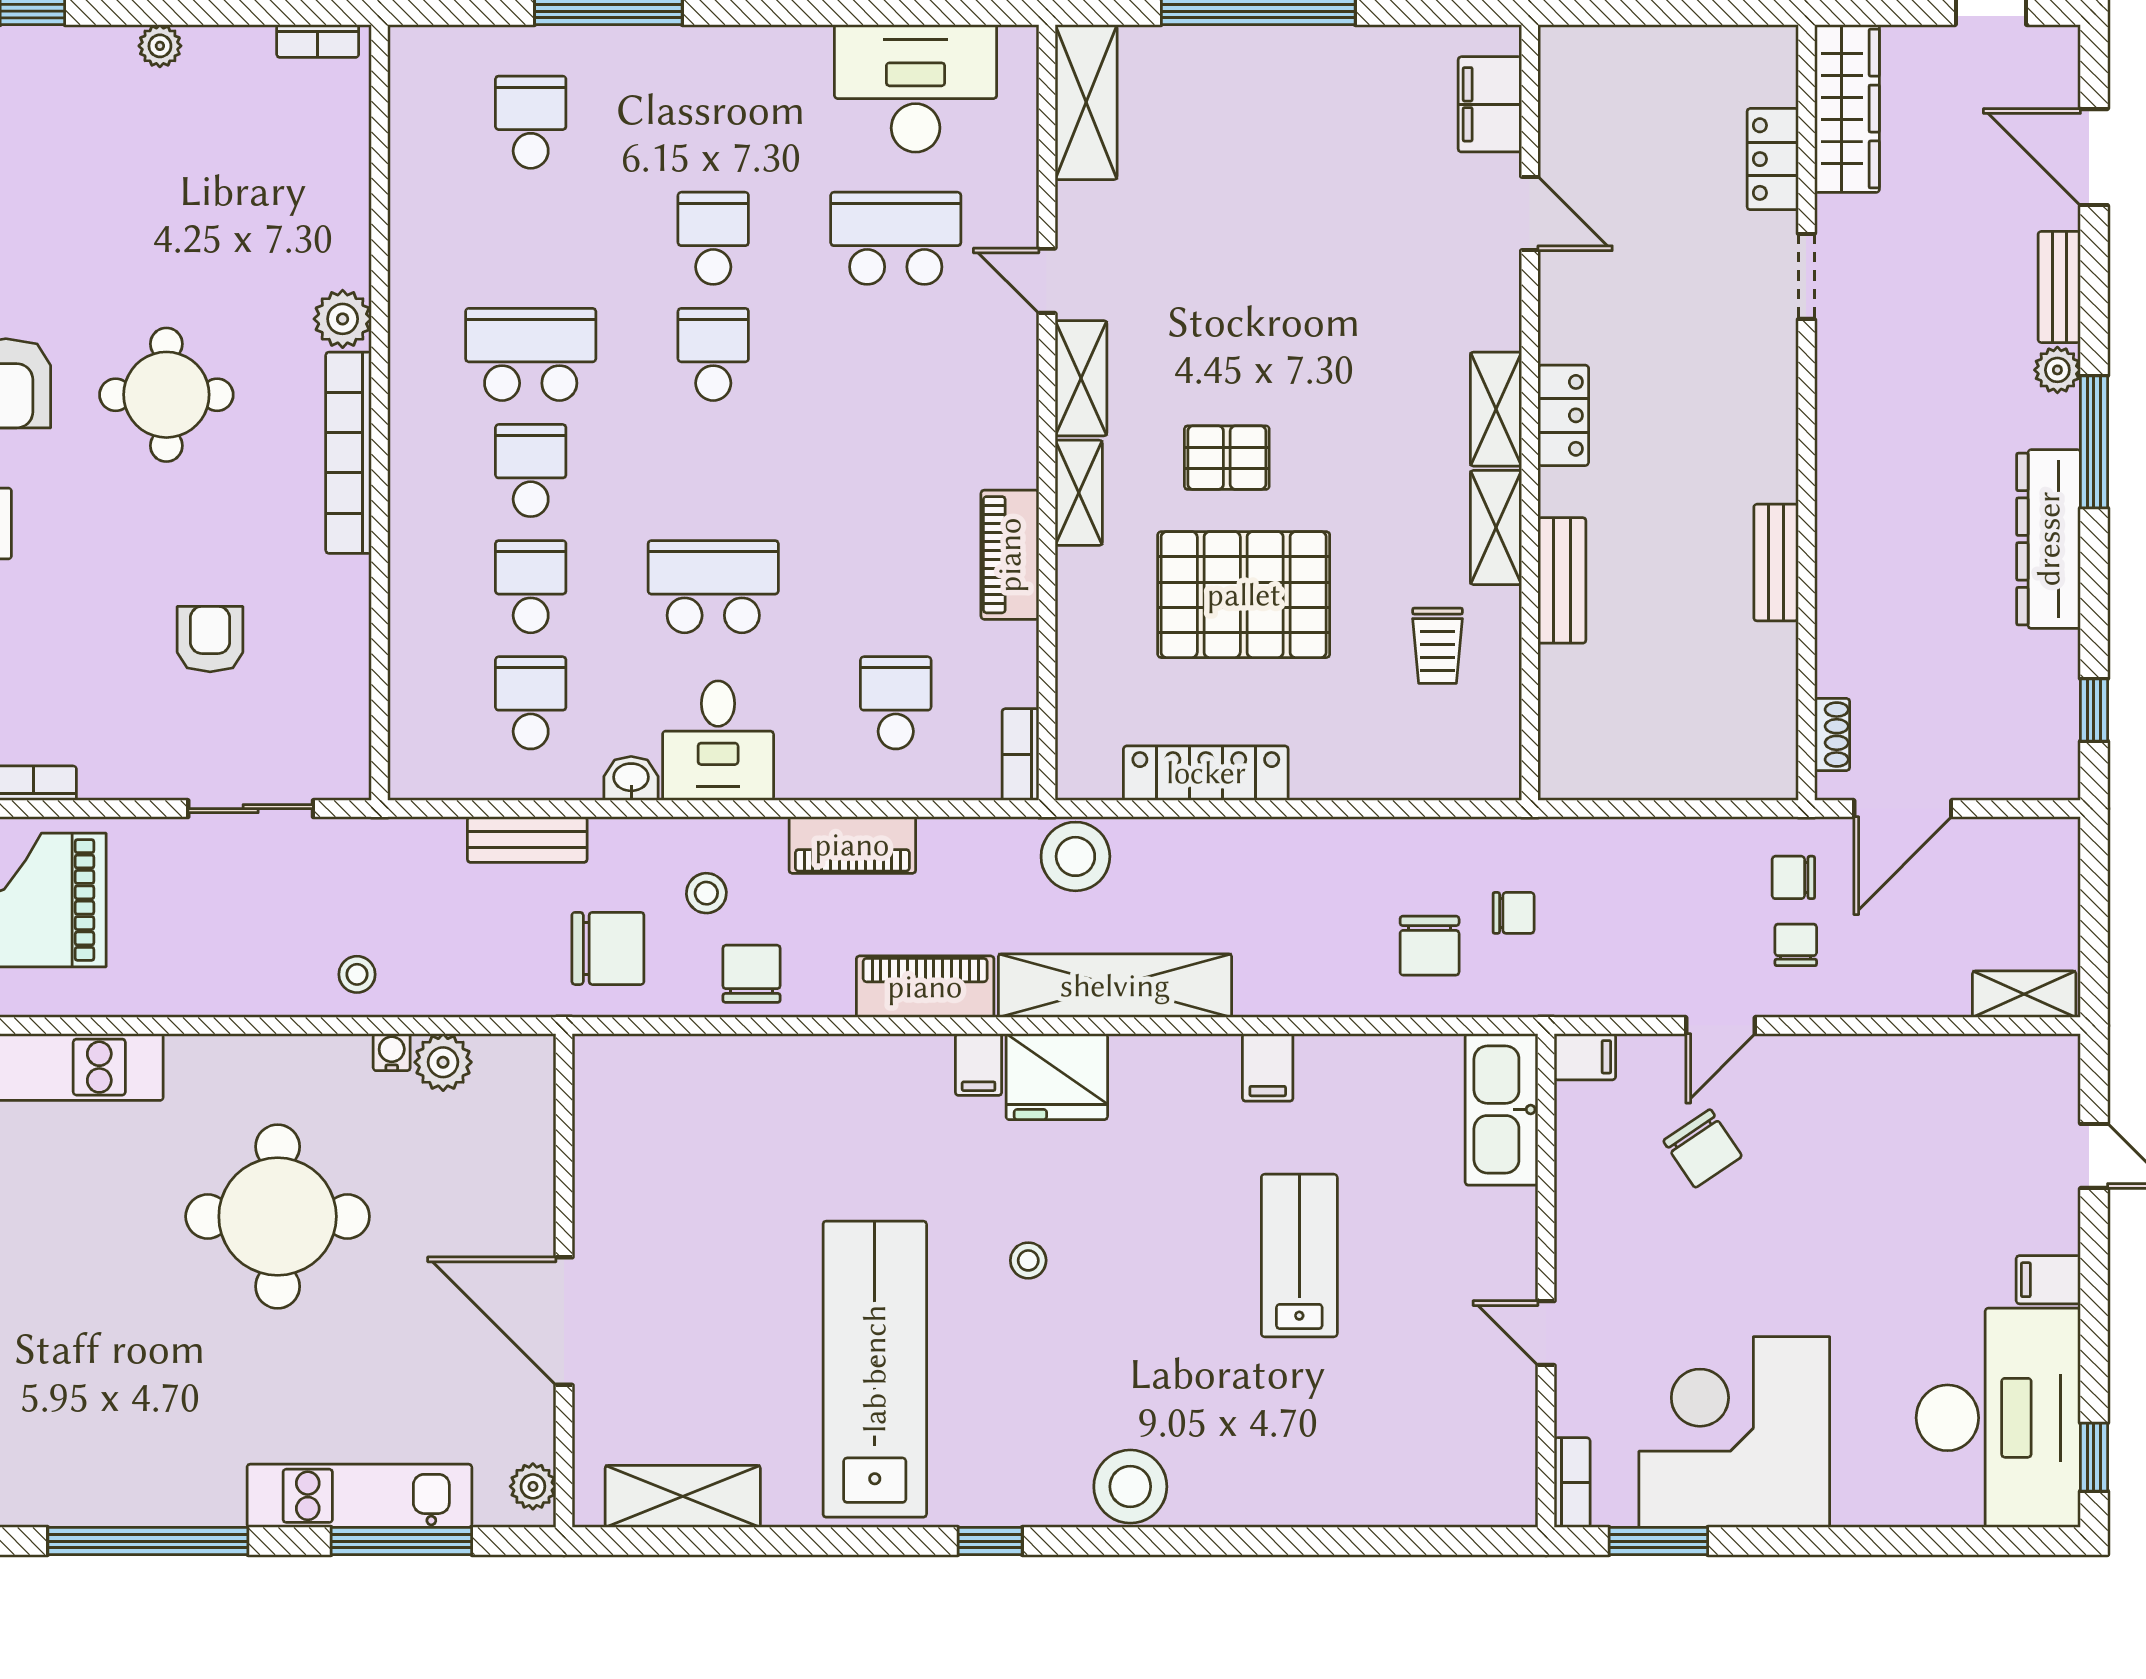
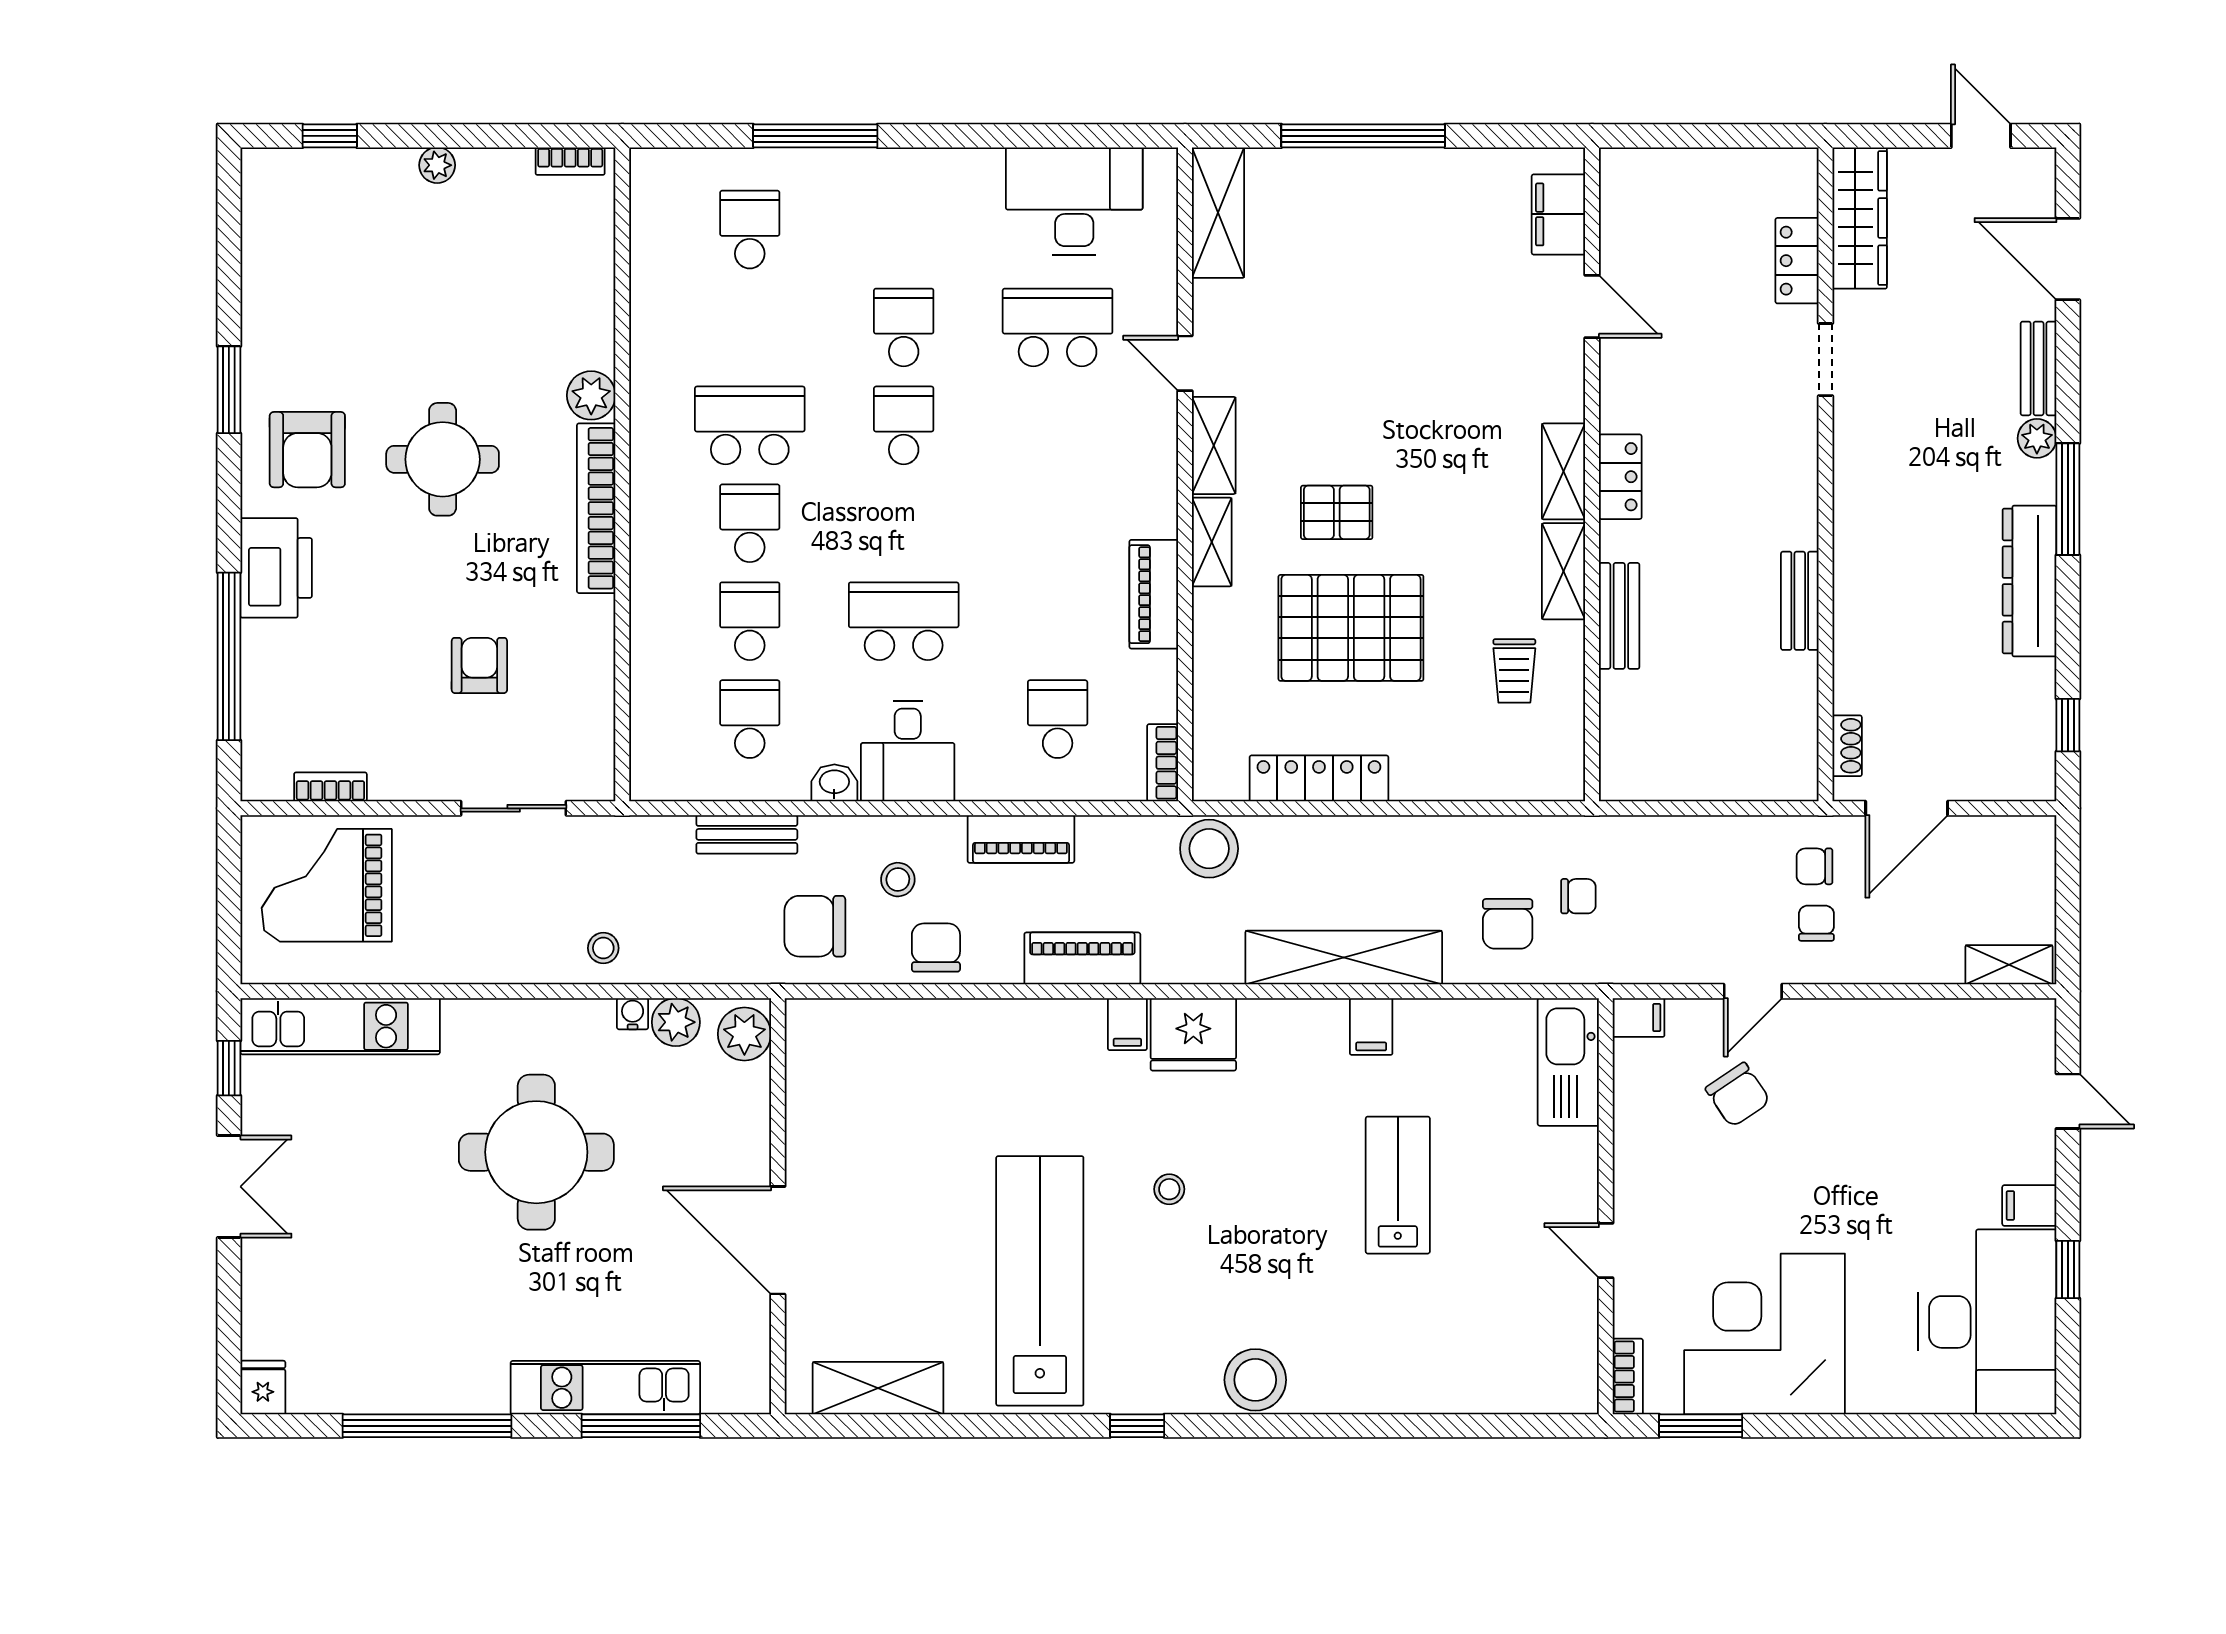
chair: (608, 948) -> (815, 926), turned 180
shelving: (1115, 986) -> (1344, 958), moved
window: (2094, 1457) -> (2068, 1270), moved
plant: (533, 1486) -> (744, 1034), moved, width x1.38, depth x1.38

